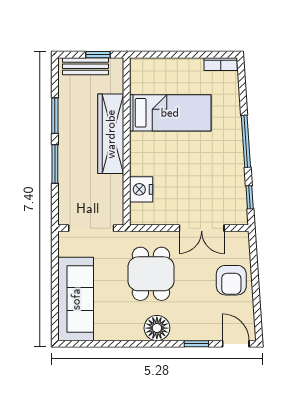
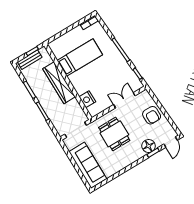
double door: (202, 228) -> (124, 100), swing flipped
floor lamp: (157, 328) -> (149, 146), moved
door: (236, 344) -> (171, 142), swing flipped

